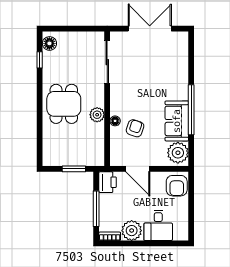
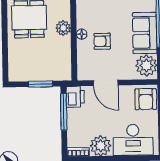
armchair: (135, 128) -> (102, 41), turned -109
window: (96, 209) -> (64, 112), moved
desk: (158, 225) -> (133, 140), width x1.37

